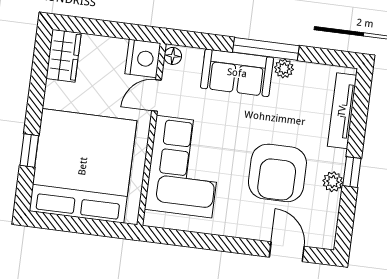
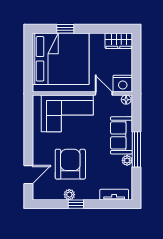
tv unit: (342, 111) -> (114, 195), width x0.71
armchair: (277, 173) -> (70, 164), turned 90

